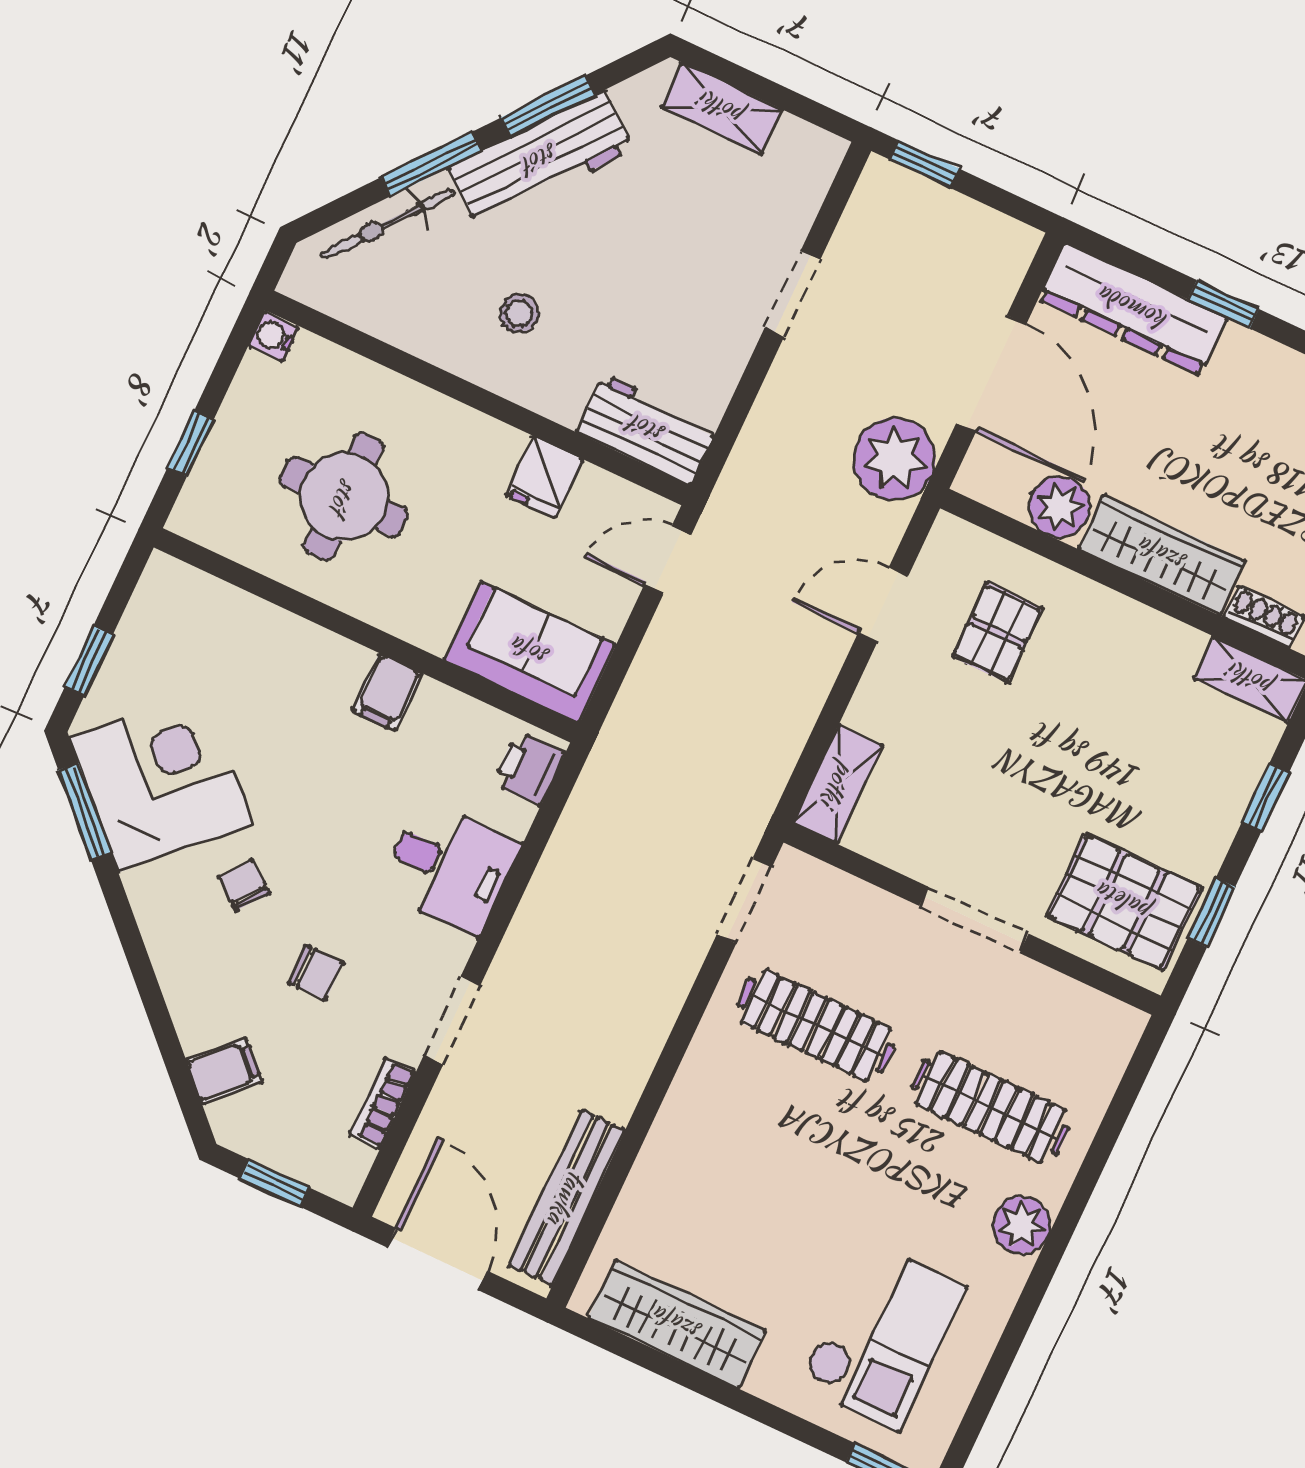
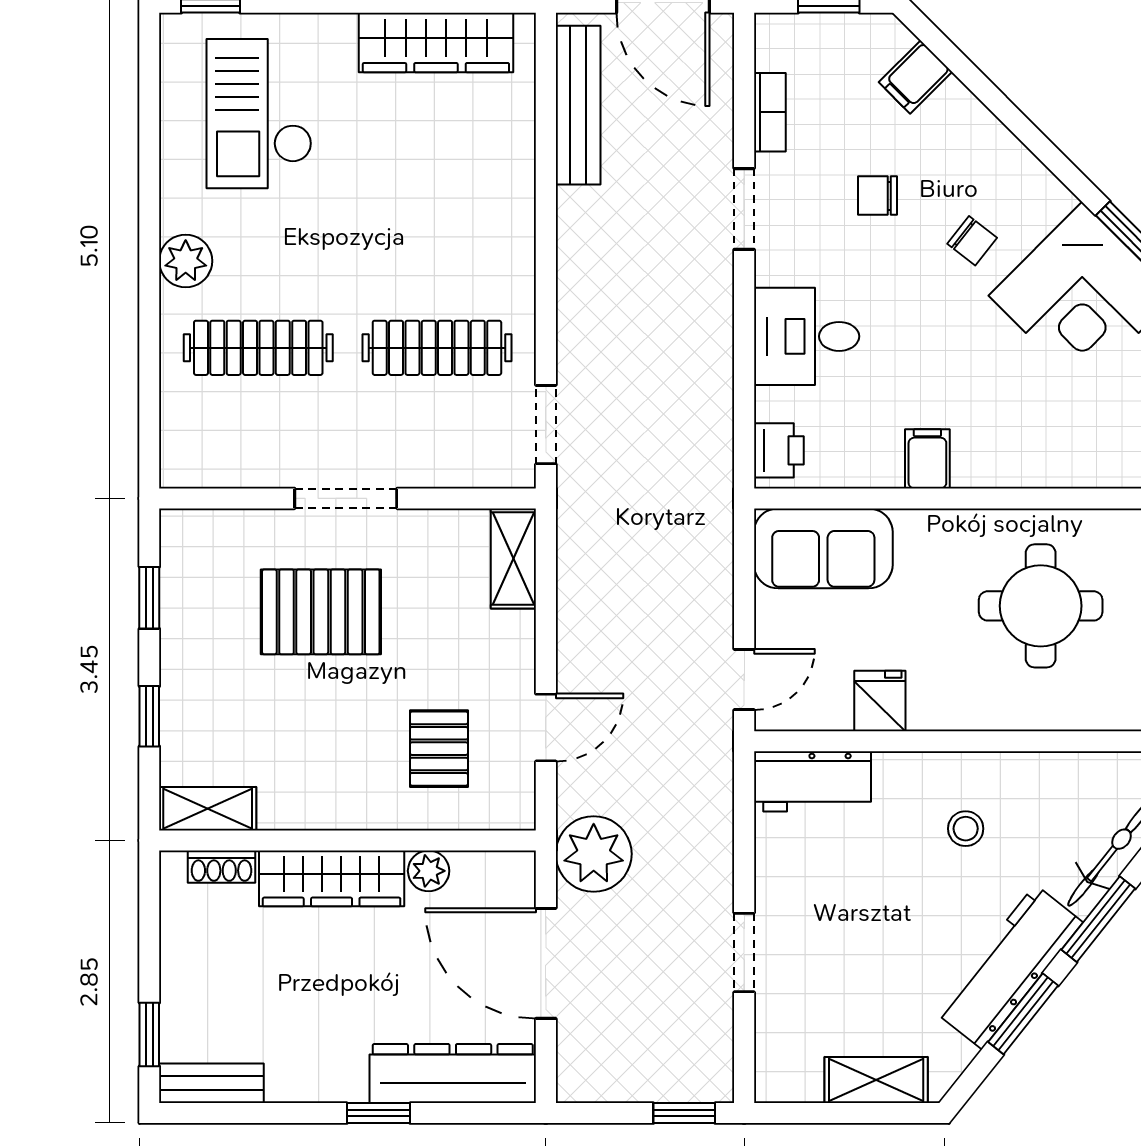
plant: (1060, 507) -> (429, 871), width x0.73, depth x0.73
pallet: (1124, 902) -> (321, 612), moved

